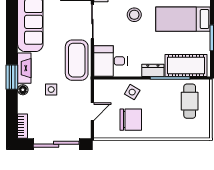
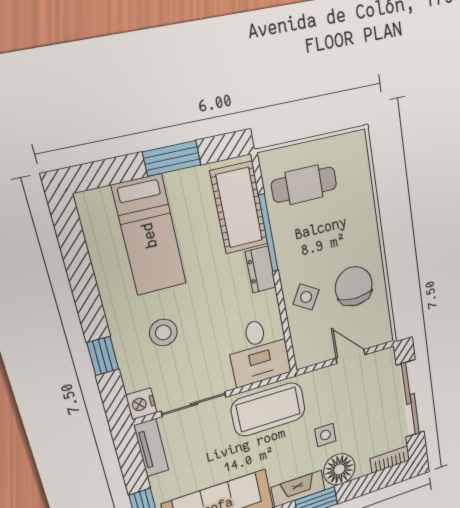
floor lamp: (23, 90) -> (339, 469), width x1.89, depth x1.89

